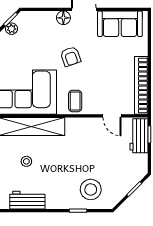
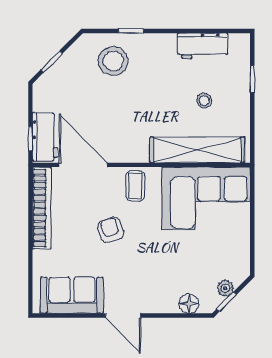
floor lamp: (63, 18) -> (189, 304), moved
armchair: (71, 56) -> (111, 230), moved
door: (112, 116) -> (83, 165), width x1.88

